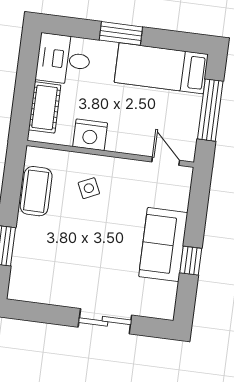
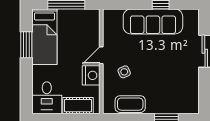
window: (121, 33) -> (26, 45), moved
door: (166, 161) -> (101, 55), moved
sofa: (163, 245) -> (153, 21), width x1.36

